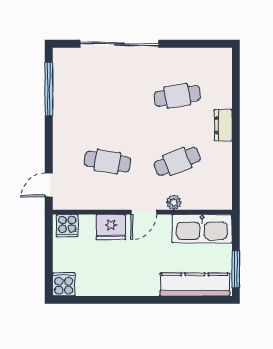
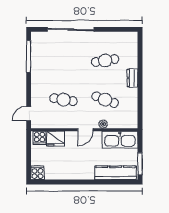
cafe table: (177, 161) -> (105, 100), turned 42
fridge: (111, 227) -> (56, 139), moved

